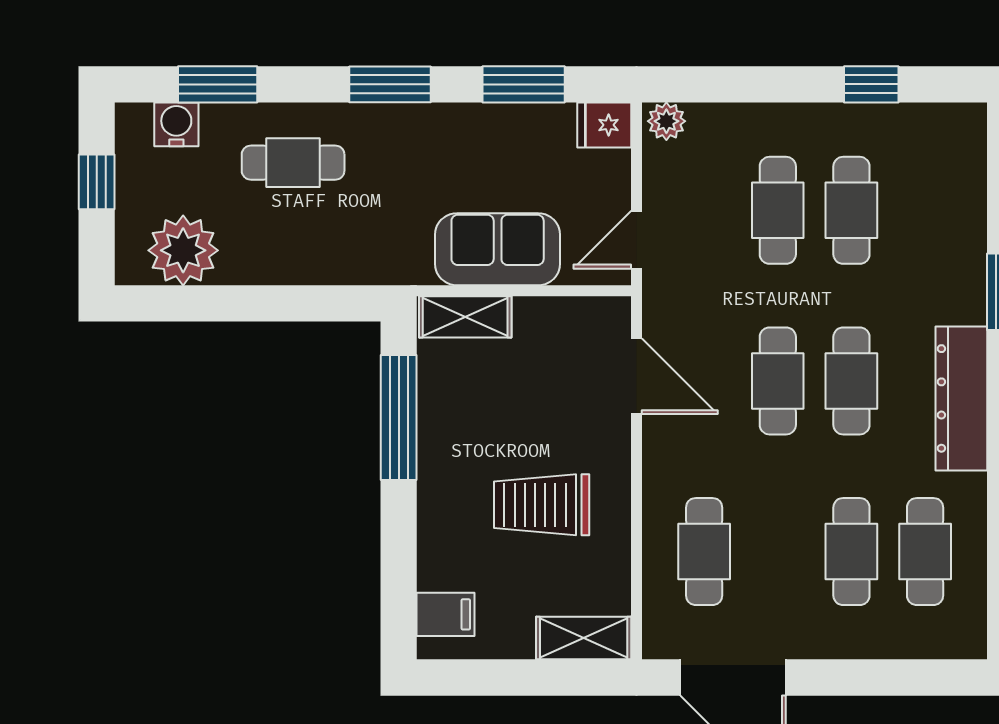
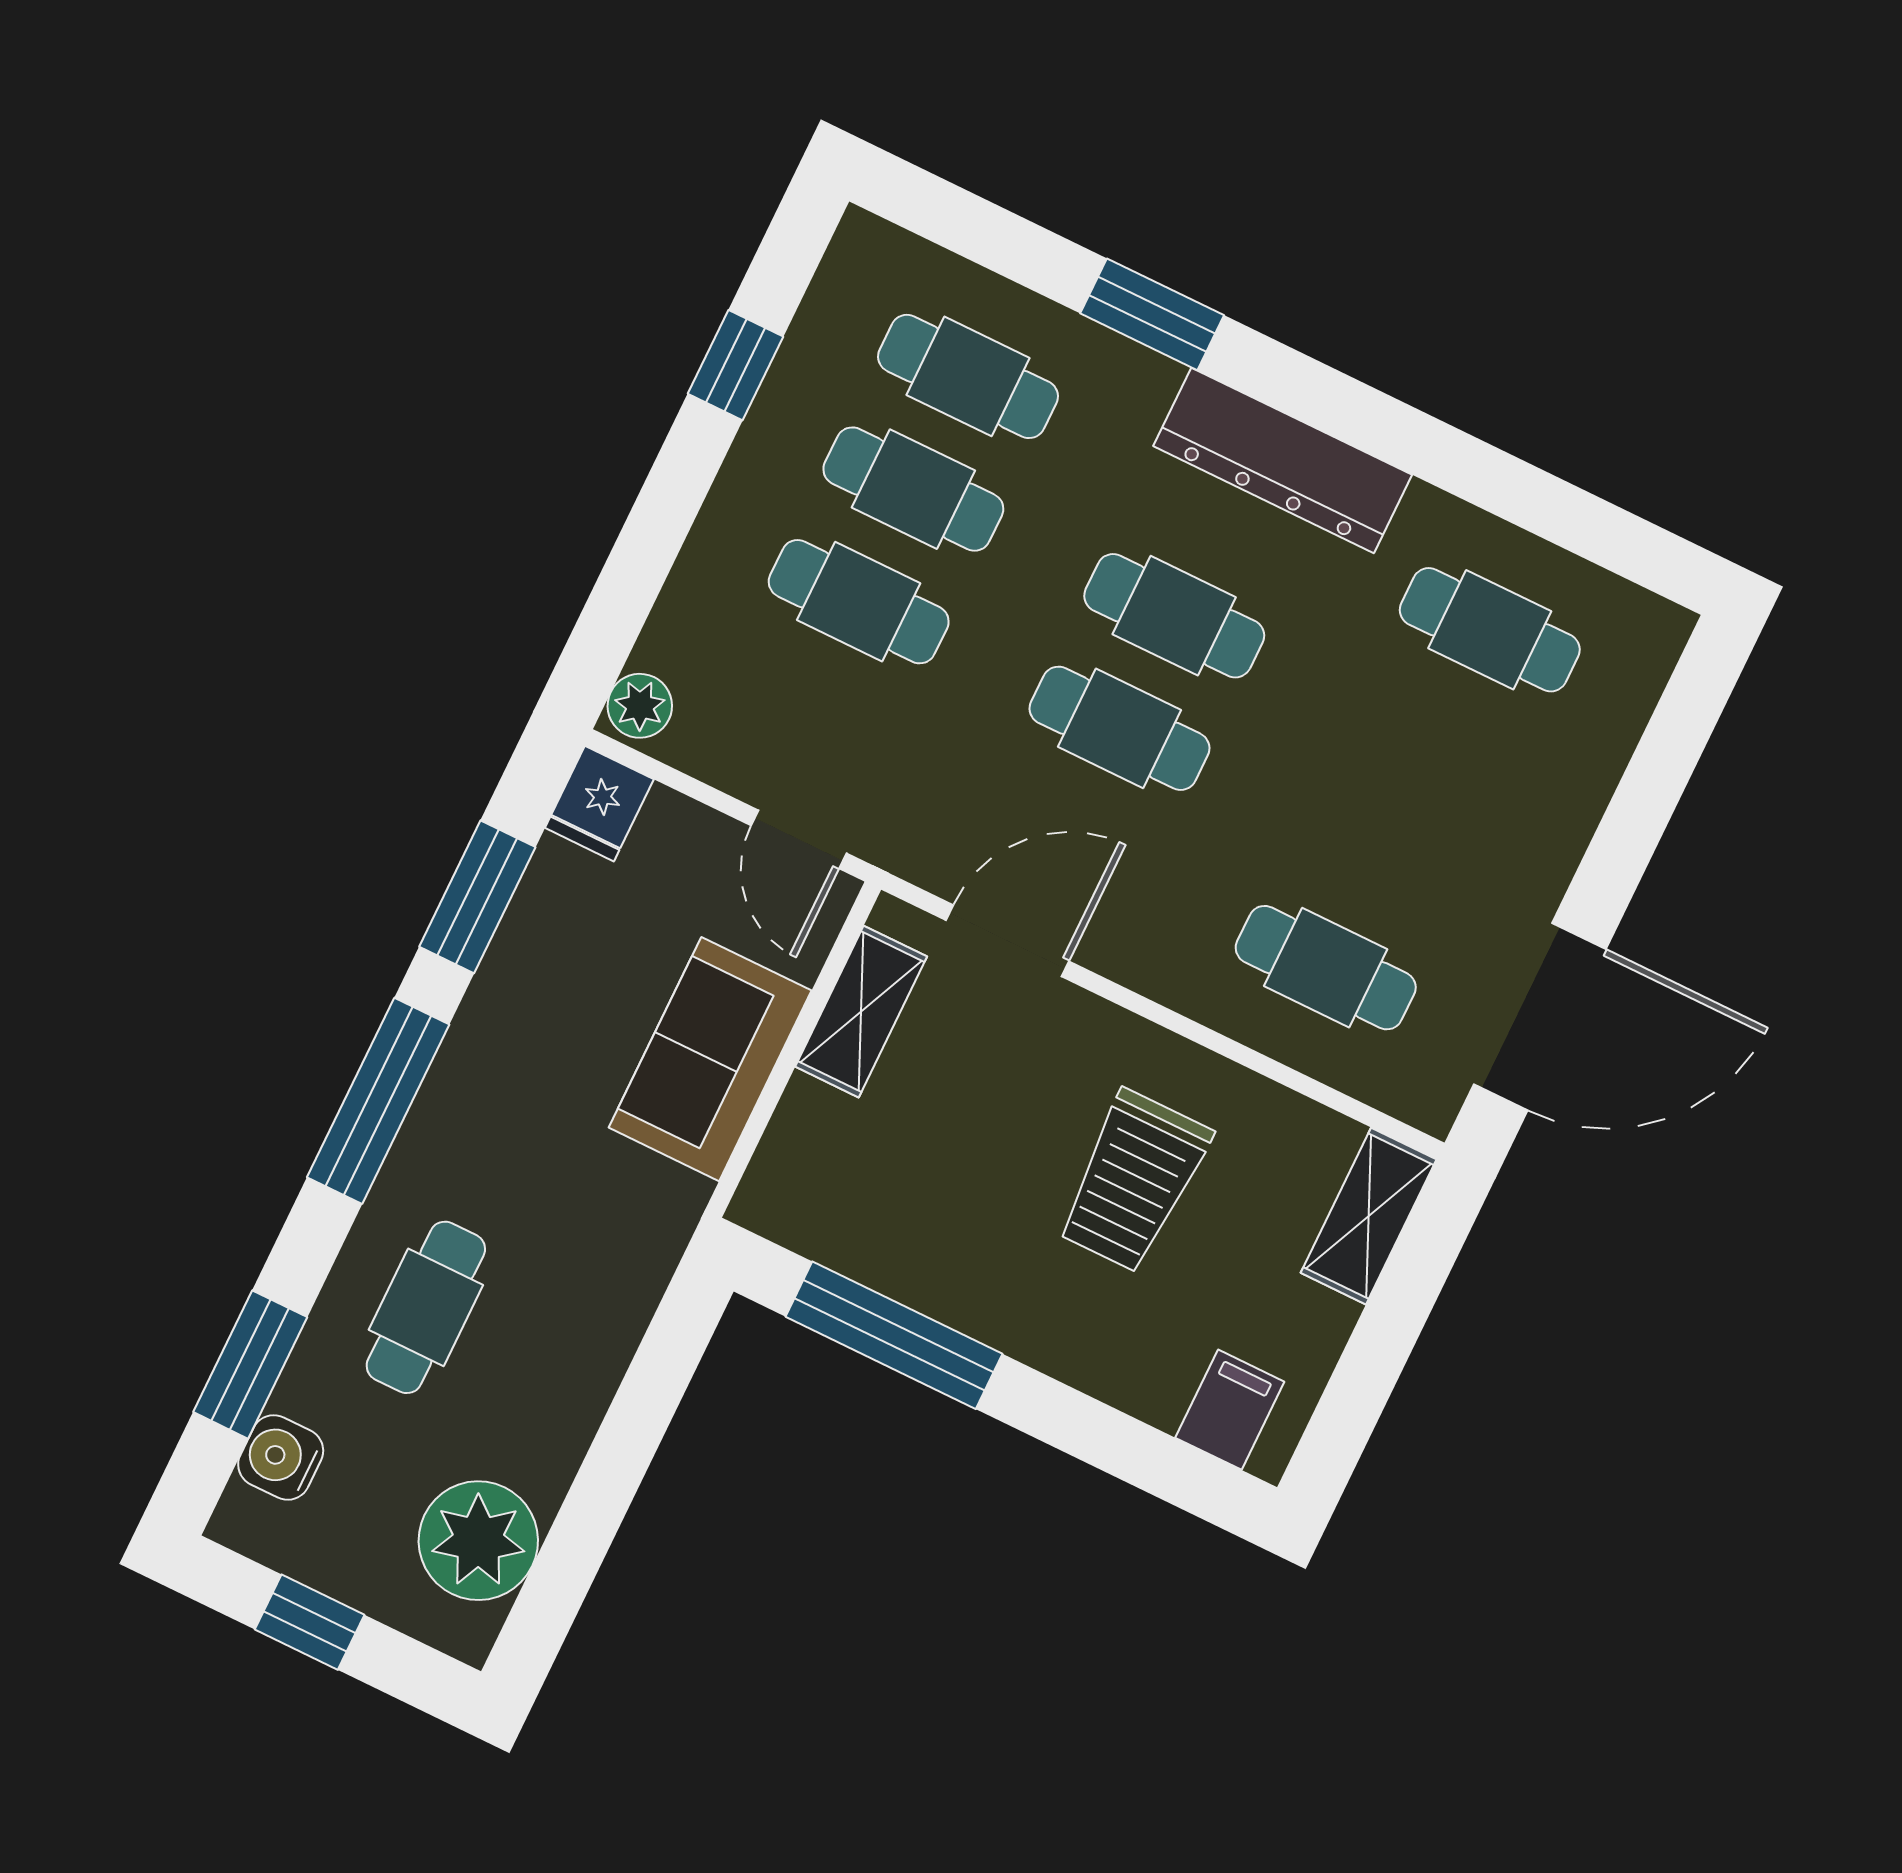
window: (390, 84) -> (378, 1101), width x1.44
shelving: (465, 317) -> (861, 1012), moved
cafe table: (851, 552) -> (968, 376), moved

